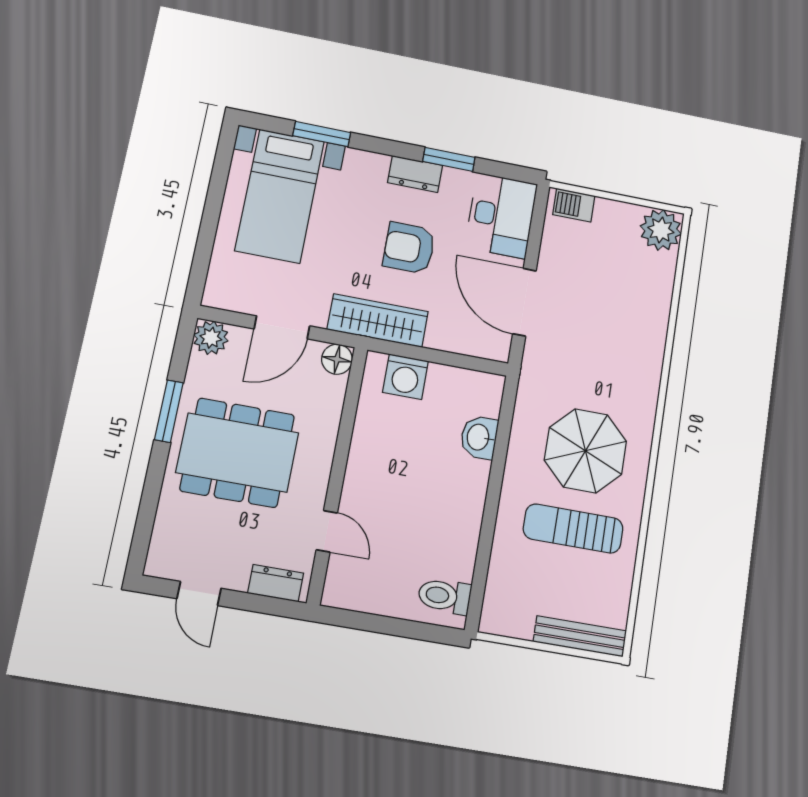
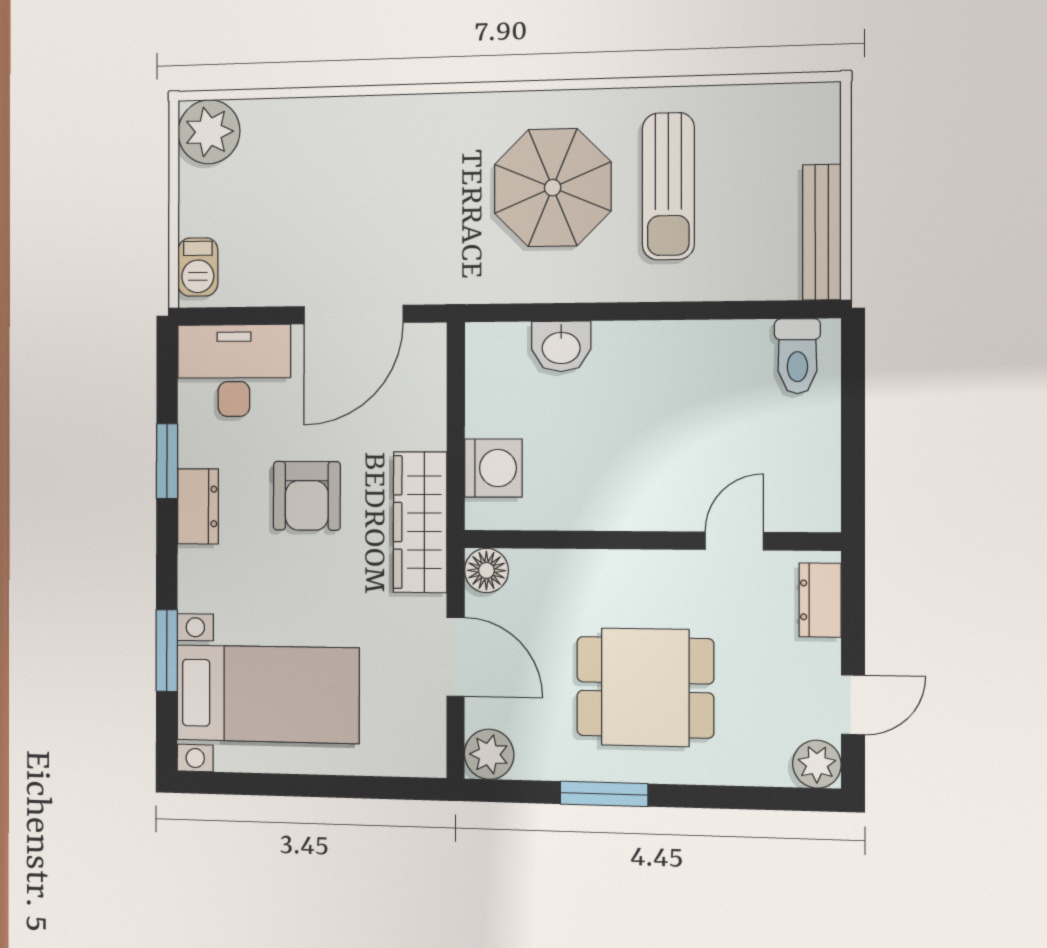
dining table: (237, 453) -> (645, 687), width x0.73
plant: (162, 561) -> (817, 764), added
bench: (580, 636) -> (822, 232), moved

